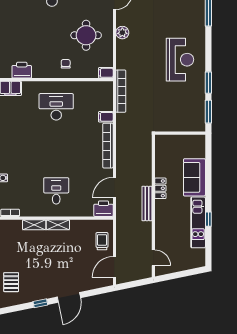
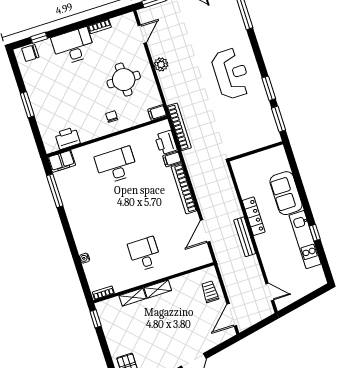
locker: (160, 188) -> (254, 216), width x1.53
printer: (103, 209) -> (166, 142), moved, turned -90

